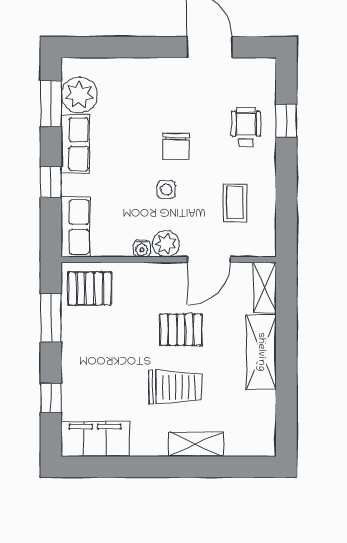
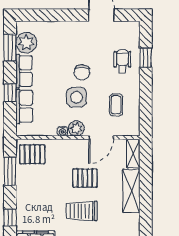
side table: (166, 190) -> (76, 97), width x1.87, depth x1.87
row of seats: (76, 227) -> (24, 106), moved
trolley: (175, 387) -> (82, 211), turned 180

